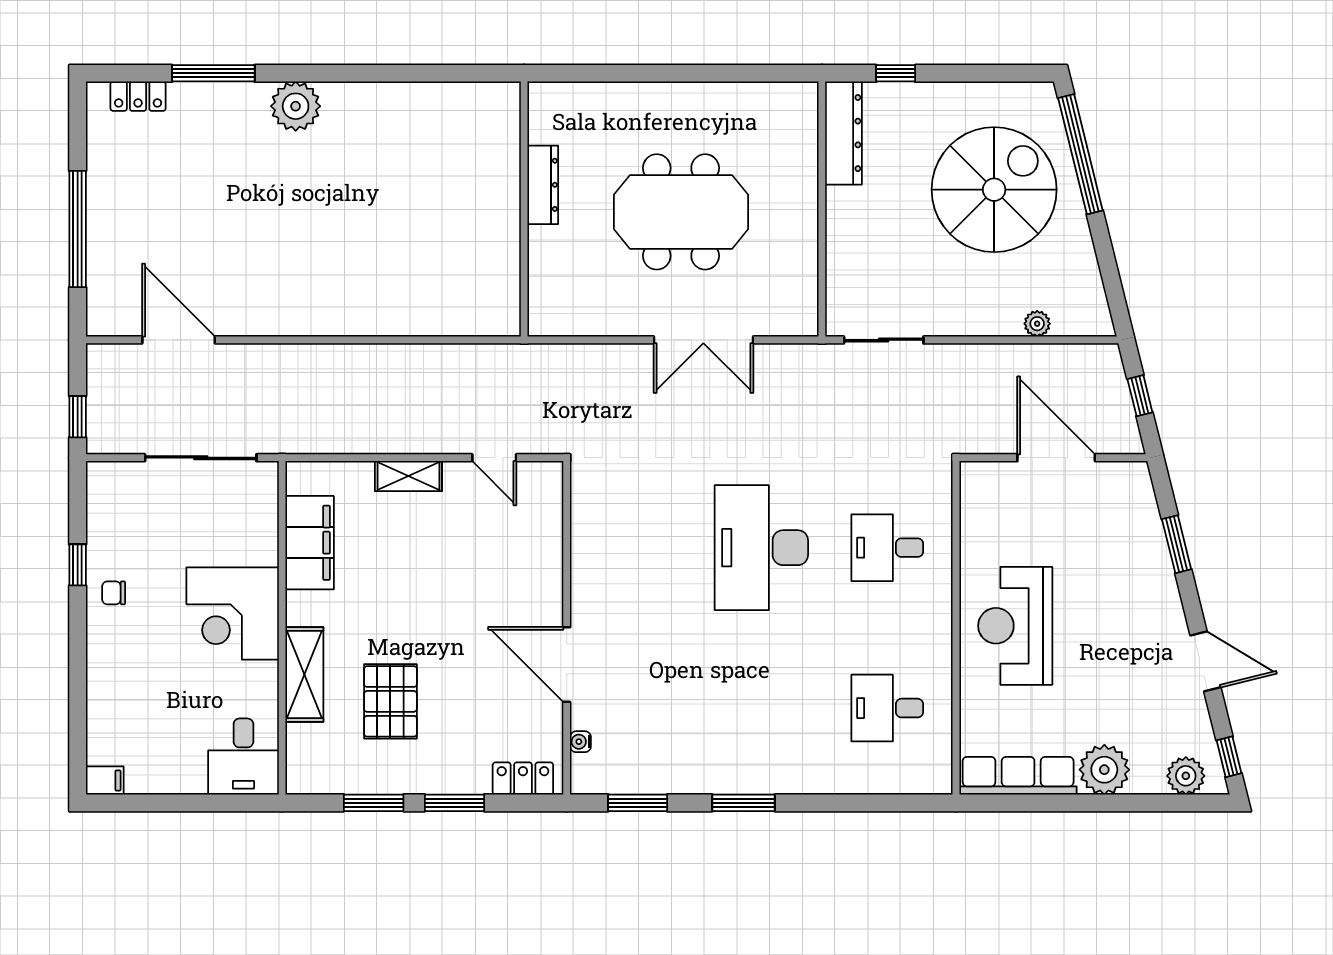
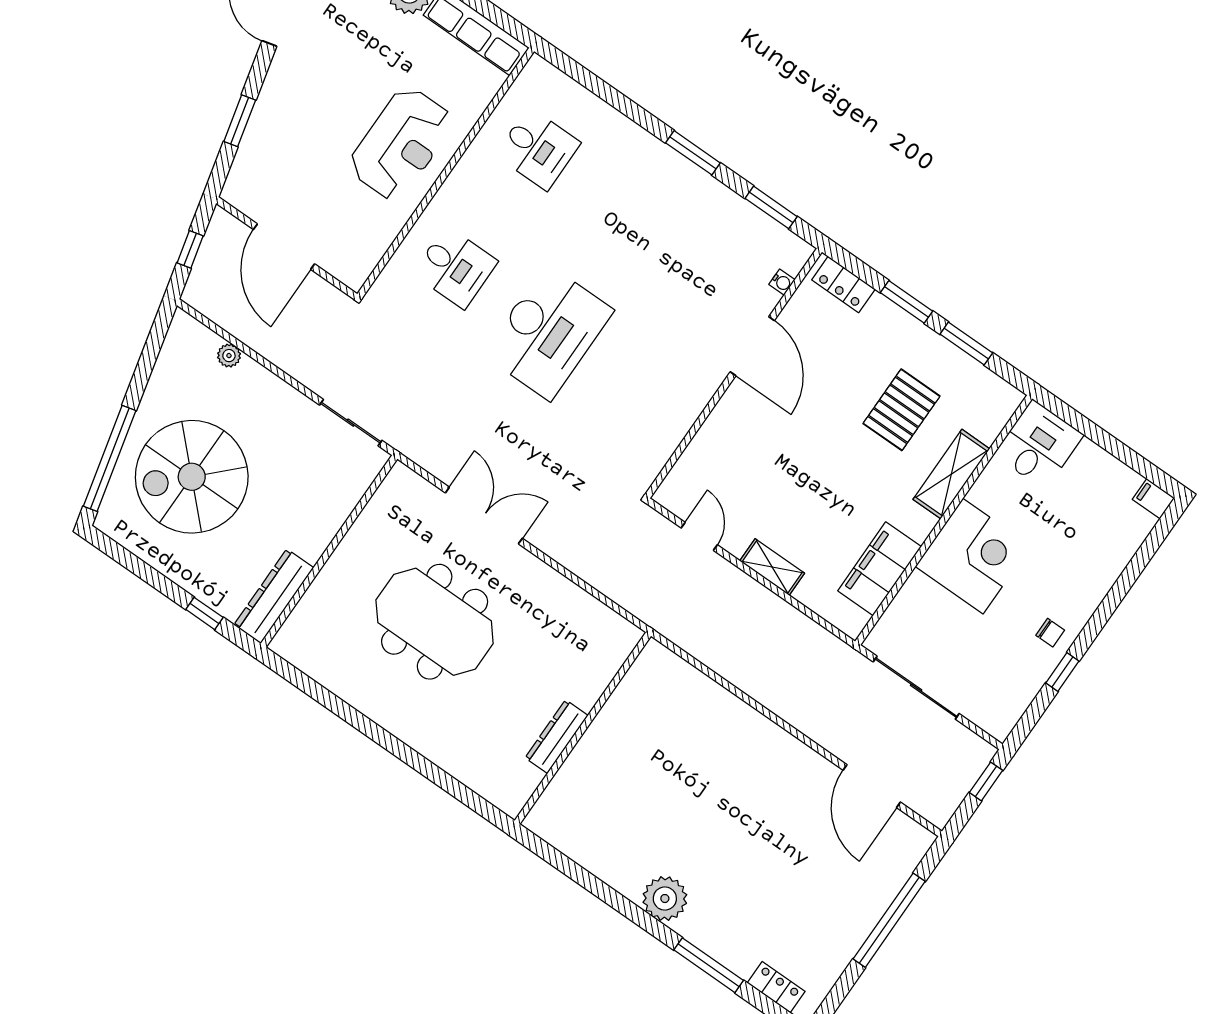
dresser: (543, 185) -> (557, 737), moved
wall: (524, 209) -> (583, 728), moved

